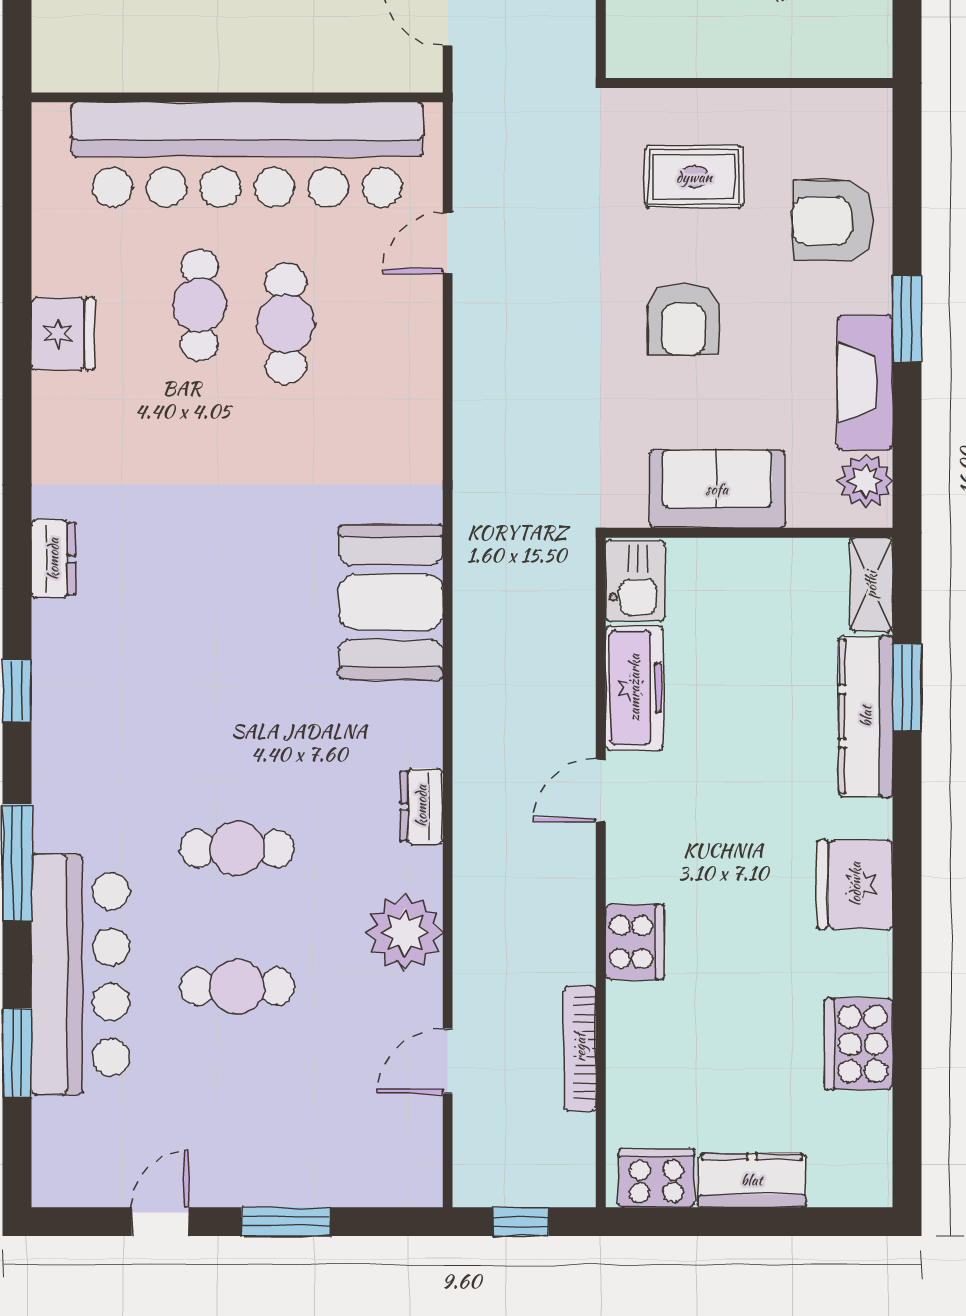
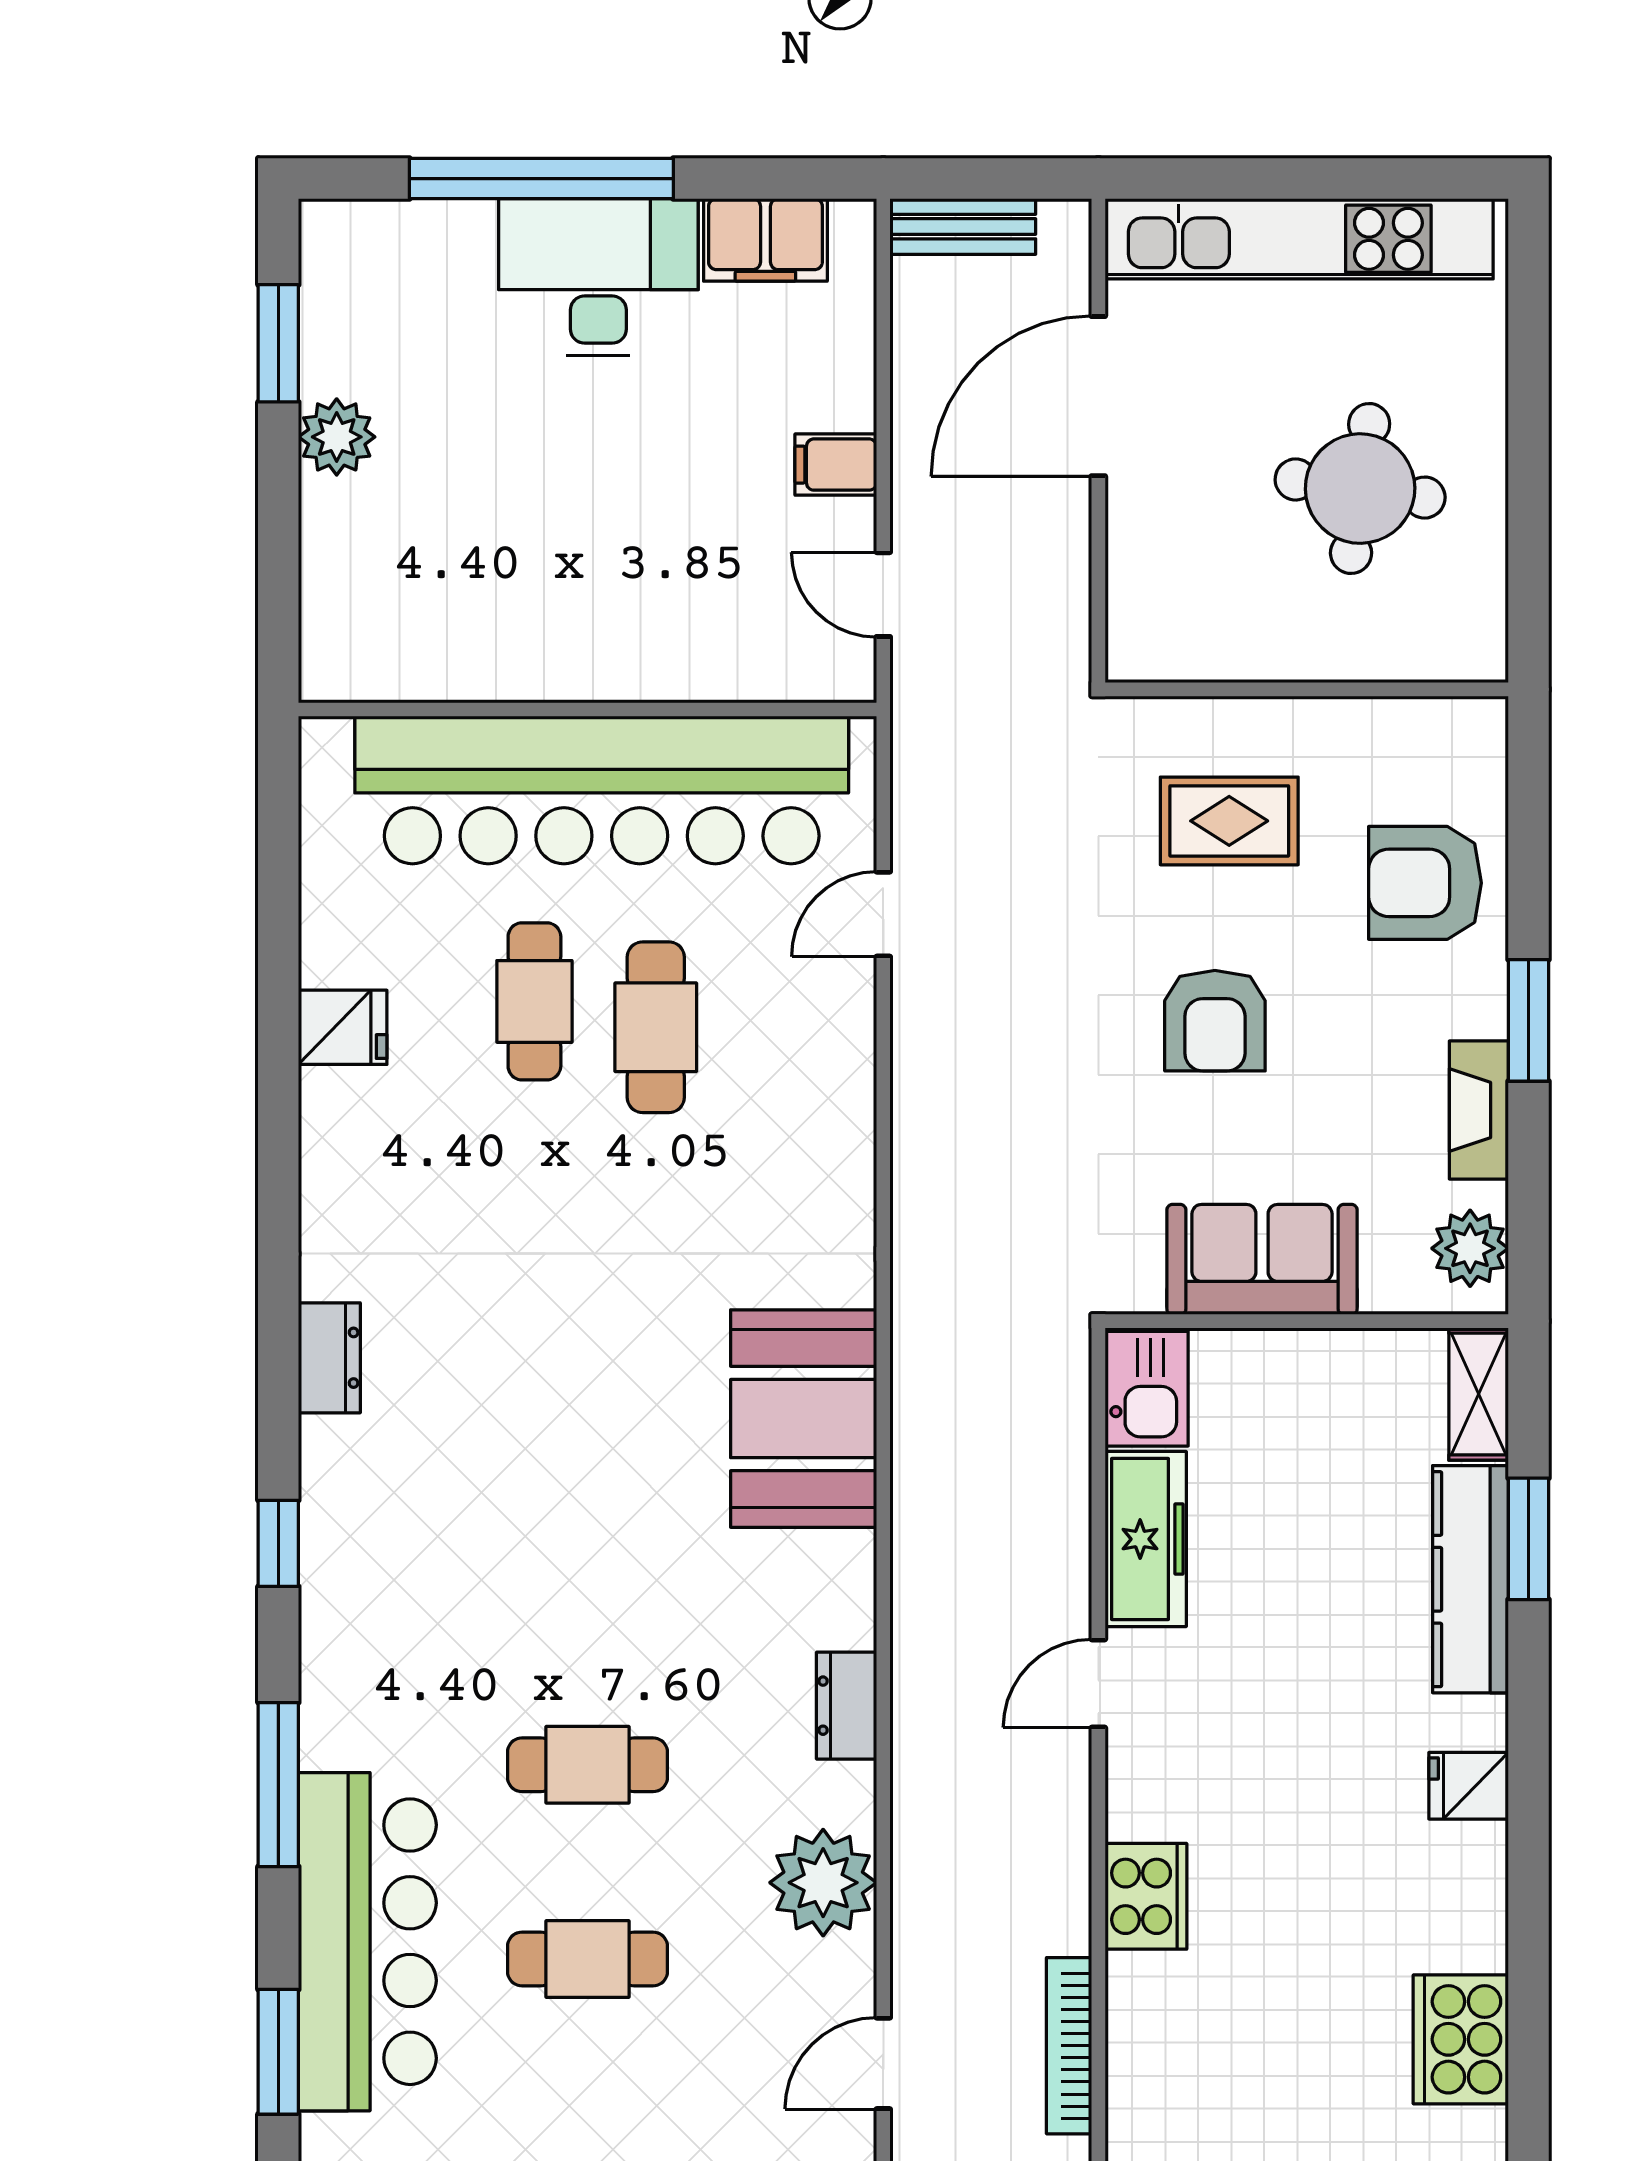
fridge: (63, 334) -> (343, 1027), width x0.72
fireplace: (865, 382) -> (1479, 1110), width x0.73, depth x0.76
fridge: (855, 884) -> (1469, 1786), width x0.53, depth x0.75

